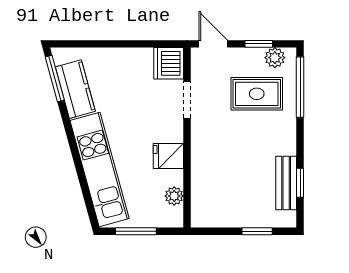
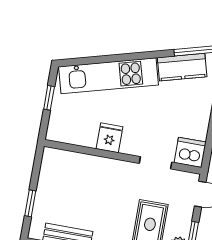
plant: (174, 196) -> (74, 137), removed
window: (136, 231) -> (49, 98), width x0.67

